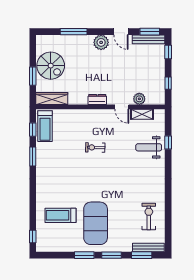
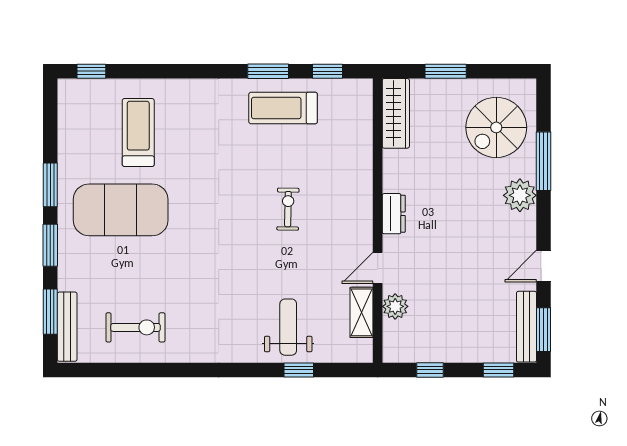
plant: (101, 42) -> (520, 195), moved
spiral stairs: (51, 66) -> (496, 127), moved
treadmill: (45, 126) -> (283, 108), moved

